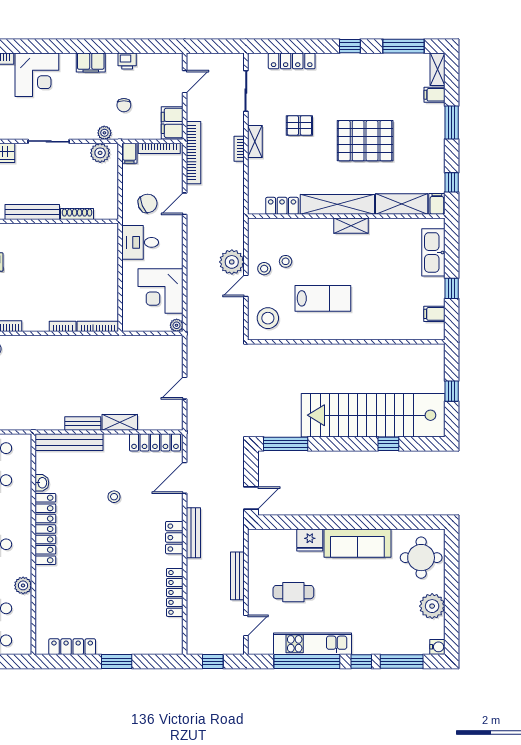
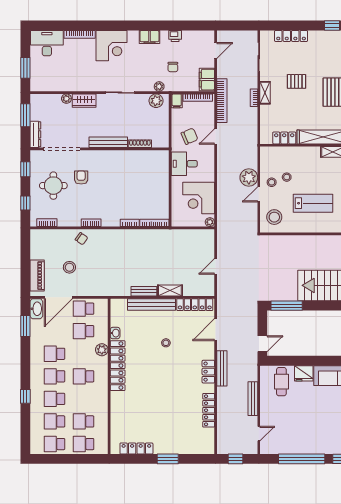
bench: (69, 442) -> (152, 304), moved
plant: (23, 585) -> (102, 350), moved
cafe table: (293, 592) -> (281, 382), moved, turned 90
kitchen unit: (313, 644) -> (306, 446), removed

